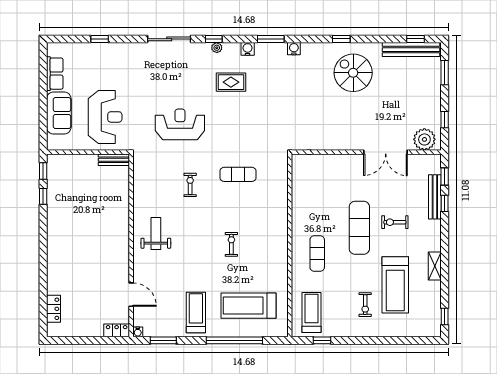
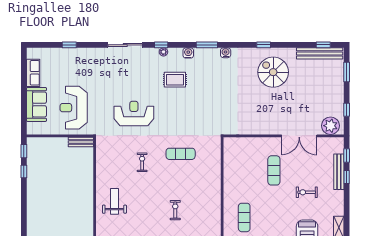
reception desk: (105, 117) -> (74, 108), turned 180
exercise mat: (359, 228) -> (274, 170), moved, width x0.73, depth x0.69

